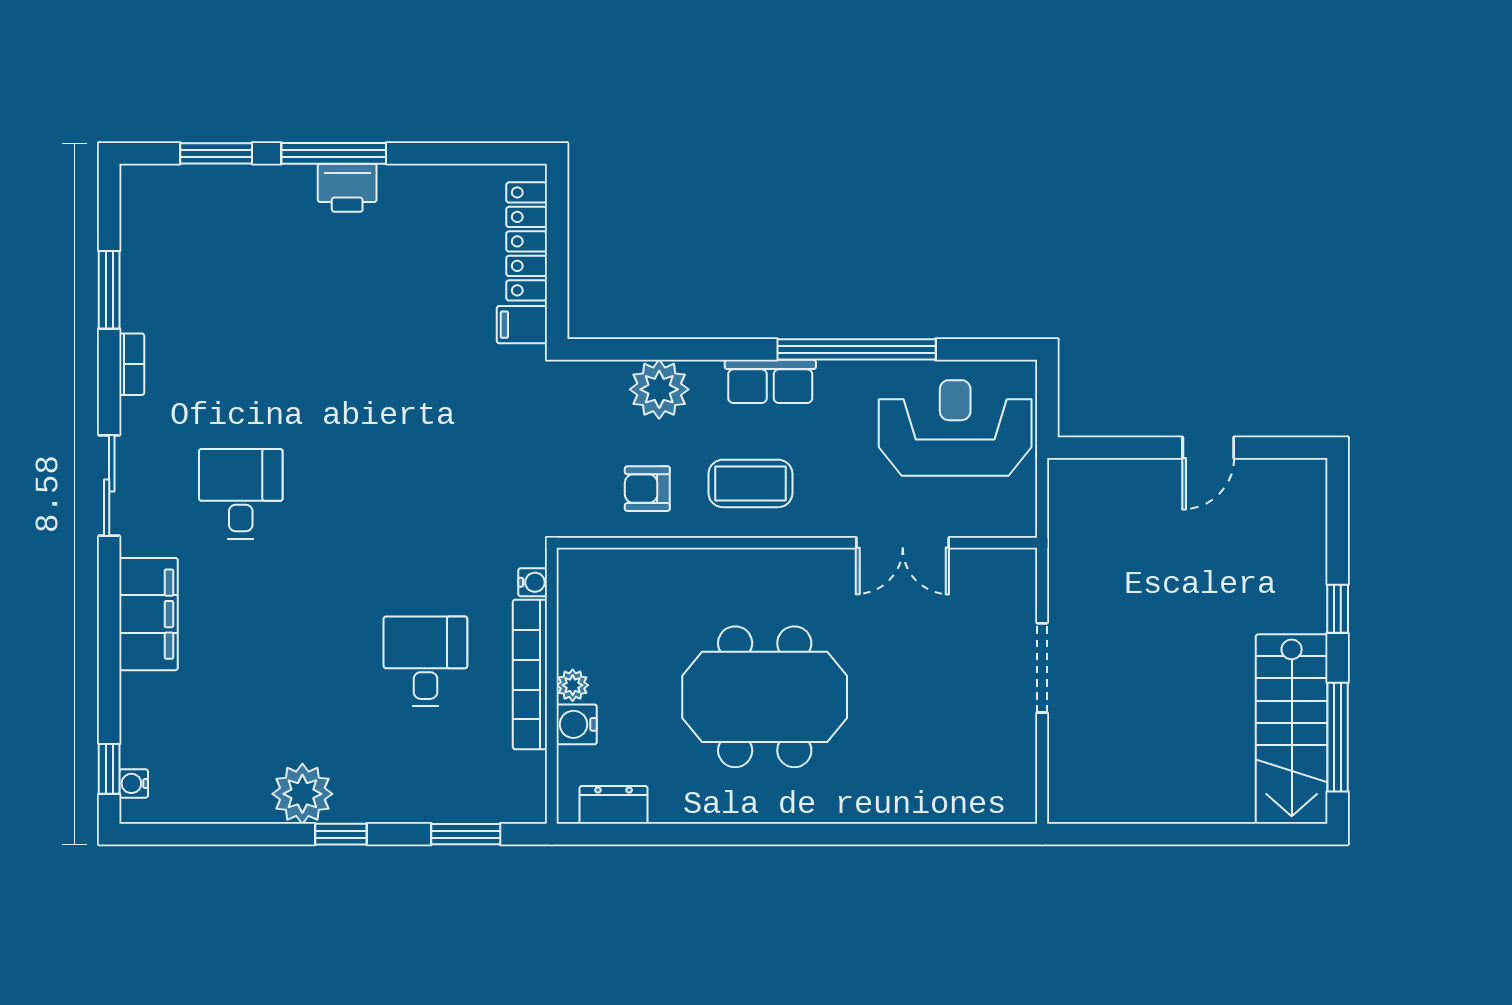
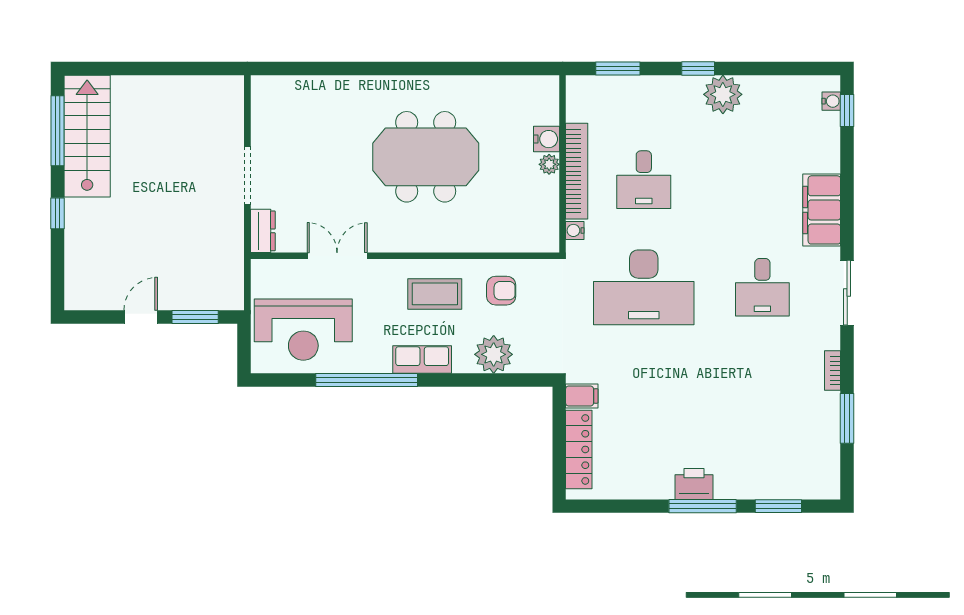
window: (1123, 448) -> (195, 317), added
desk: (425, 494) -> (644, 287), added
dresser: (614, 805) -> (263, 231), moved, turned -90

